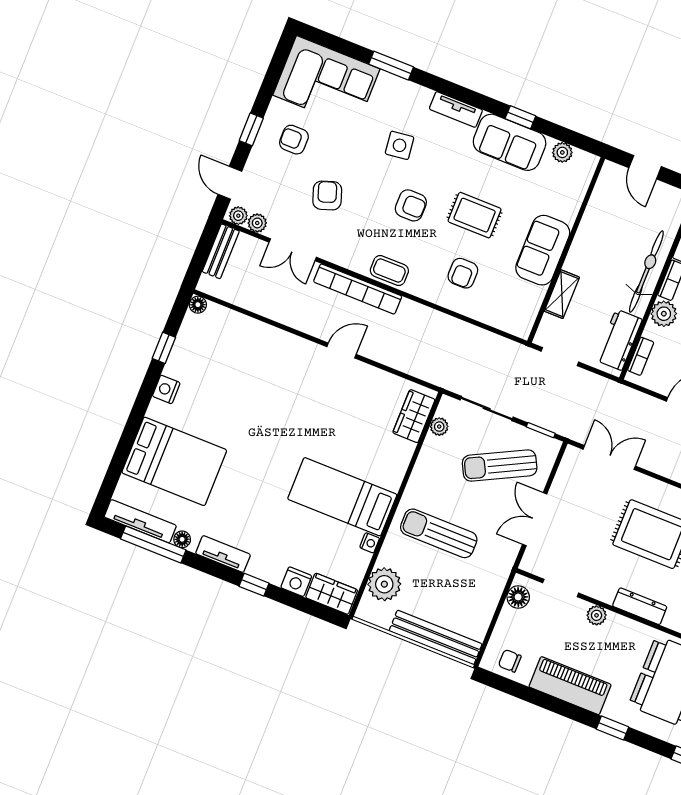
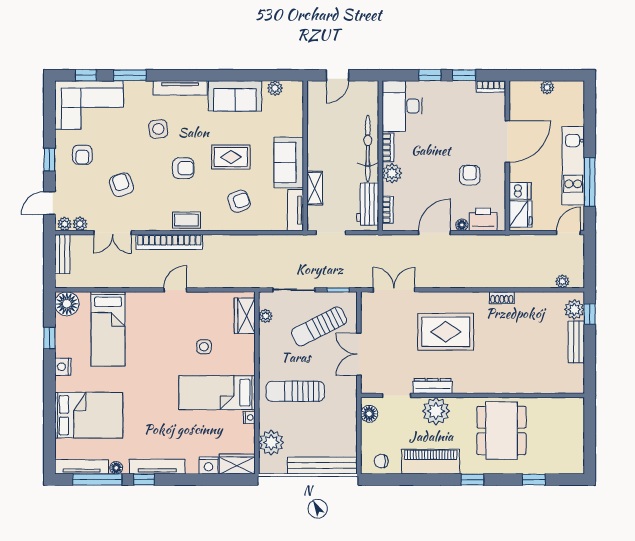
tv unit: (456, 109) -> (180, 88), width x1.41
window: (520, 117) -> (86, 75), moved
armchair: (294, 140) -> (82, 155), turned -90
door: (645, 167) -> (338, 75), hinge flipped
door: (230, 183) -> (49, 203), hinge flipped
armchair: (463, 273) -> (239, 201), turned -109
floor lamp: (198, 305) -> (67, 304), width x1.89, depth x1.89
tv unit: (528, 312) -> (295, 210), added
bed: (240, 365) -> (108, 329), added
side table: (349, 434) -> (204, 347), added
tv unit: (223, 554) -> (157, 467), width x1.41
window: (254, 585) -> (144, 480), moved
dresser: (640, 606) -> (433, 386), moved
plant: (597, 615) -> (436, 411), width x1.87, depth x1.87

